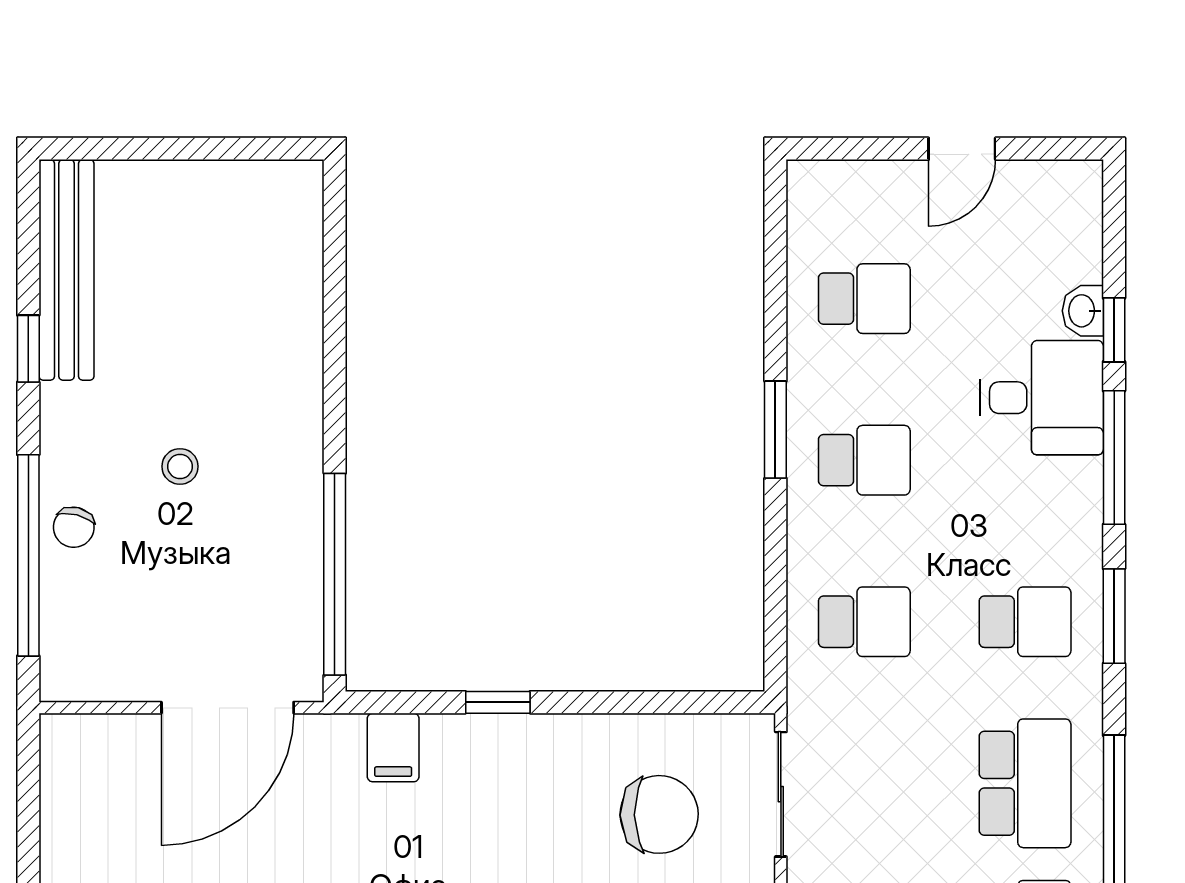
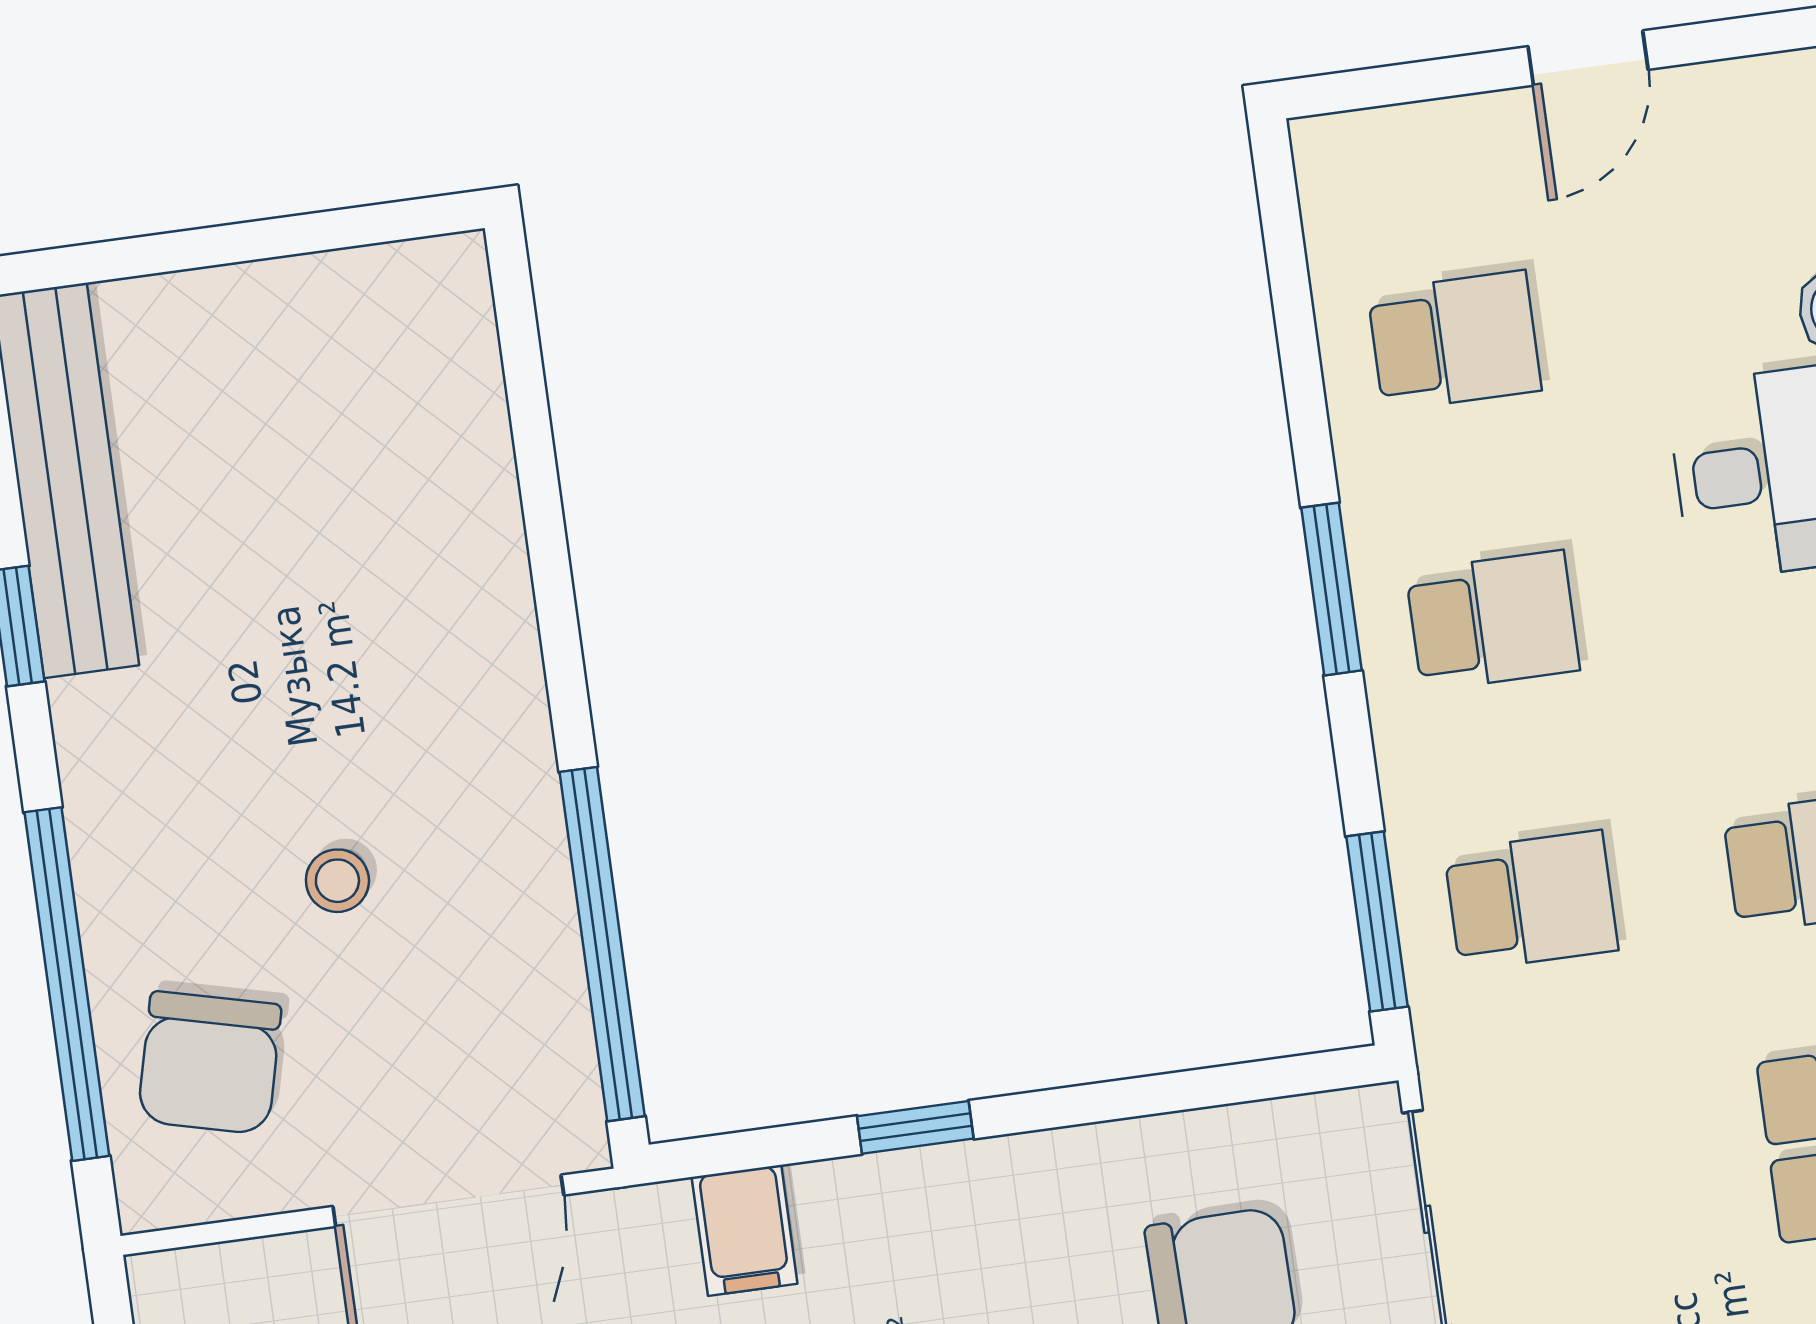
stool: (180, 466) -> (337, 881), moved
chair: (74, 527) -> (209, 1063), moved, width x1.87, depth x1.87
window: (775, 622) -> (1377, 922), added

